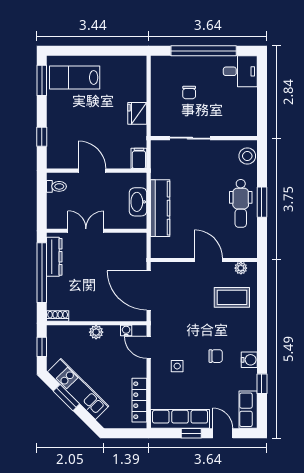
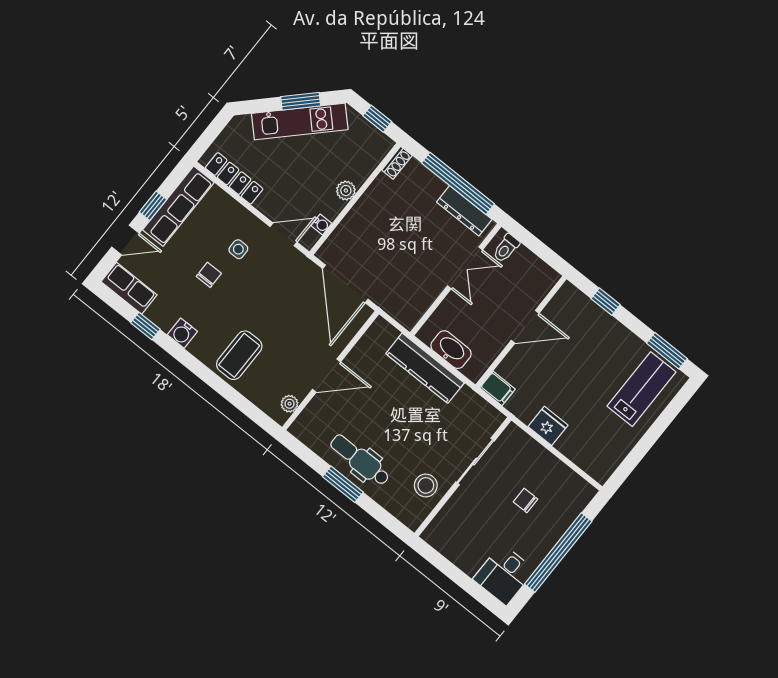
stool: (247, 156) -> (426, 485), moved
toilet: (56, 186) -> (506, 248), moved
door: (149, 291) -> (345, 284), swing flipped
coffee table: (232, 297) -> (239, 355), moved
chair: (216, 356) -> (209, 275), moved, turned 180

